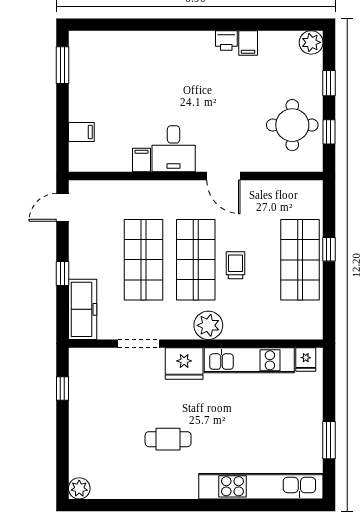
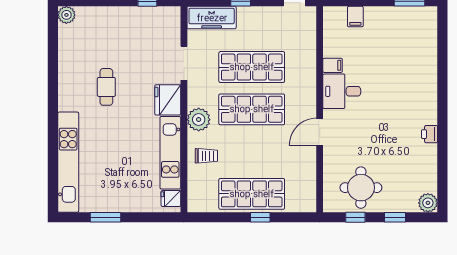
filing cabinet: (248, 43) -> (427, 152), removed
trolley: (236, 265) -> (206, 156), moved

